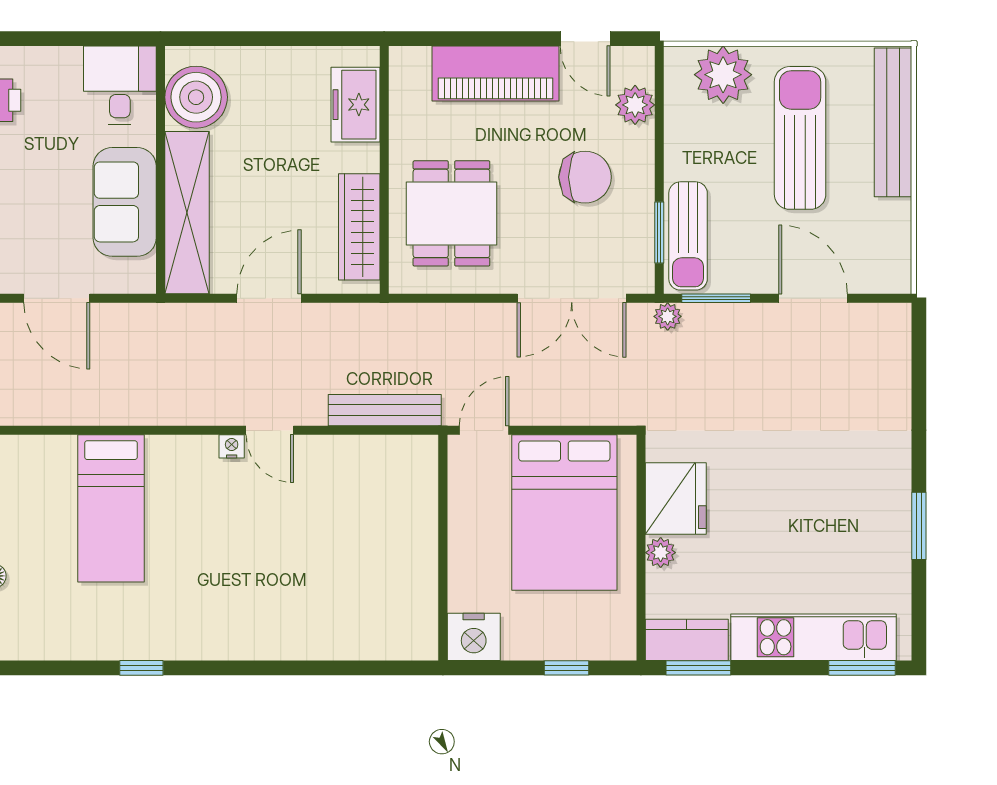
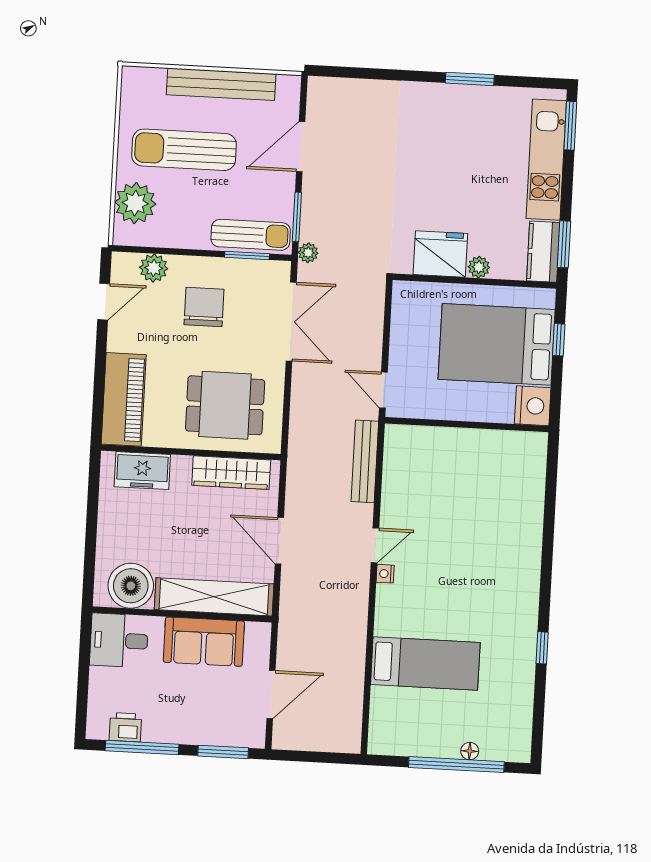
piano: (495, 73) -> (124, 399), moved
bench: (893, 122) -> (221, 84), moved
bed: (564, 512) -> (497, 344), moved, turned 180

